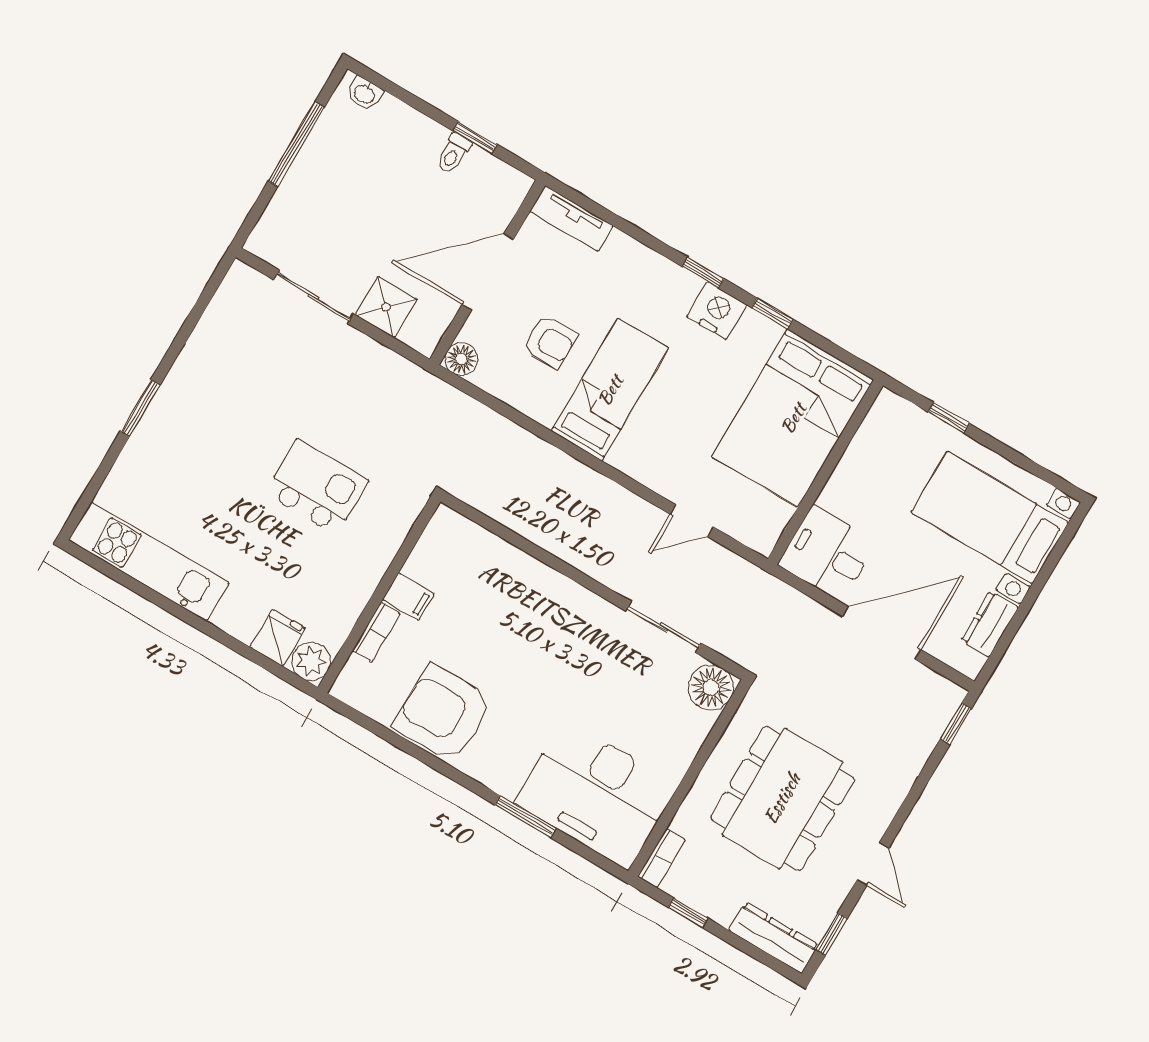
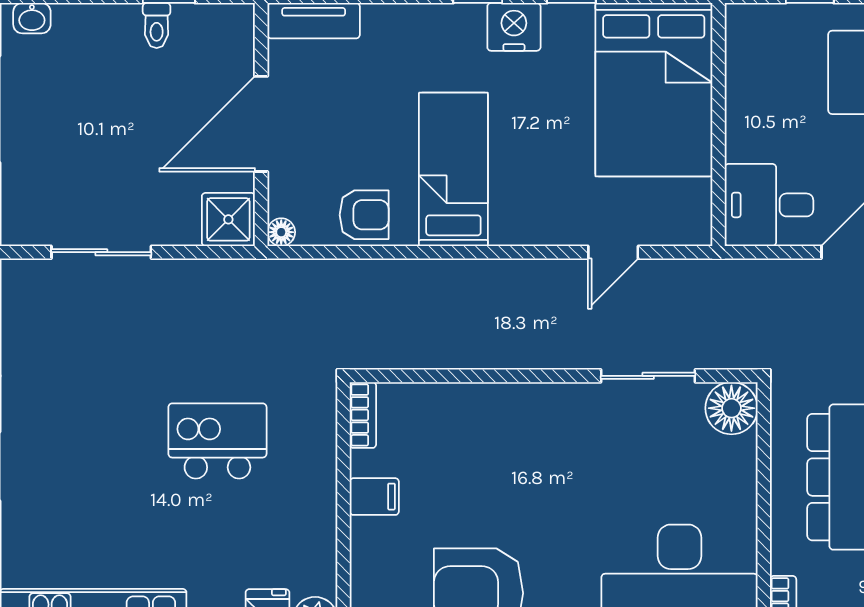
shower: (386, 307) -> (228, 219), moved
armchair: (550, 342) -> (364, 215), moved
floor lamp: (461, 359) -> (281, 232), width x0.73, depth x0.73
bookcase: (376, 632) -> (363, 415), moved

